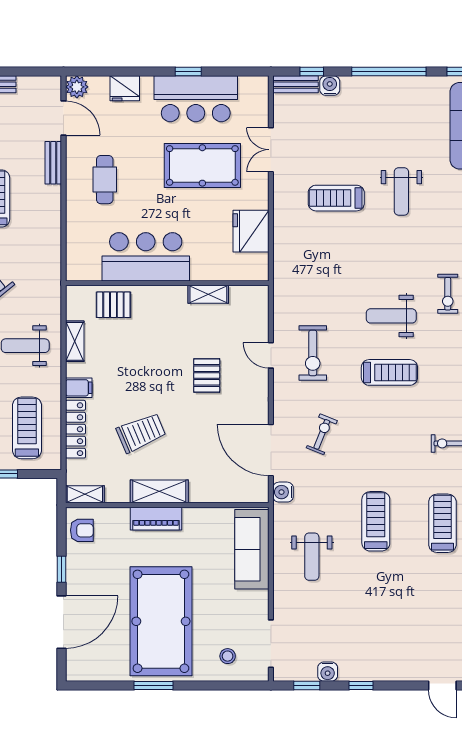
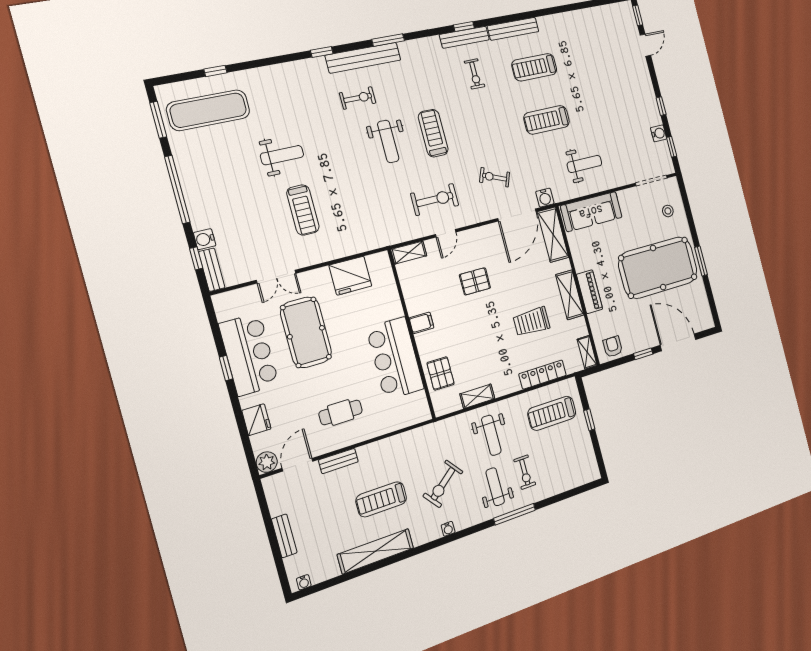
shelving: (208, 294) -> (409, 253), moved, turned 90
filing cabinet: (79, 388) -> (422, 323), moved, turned 90
trolley: (141, 433) -> (531, 322), turned -67
shelving: (237, 490) -> (553, 235), added

